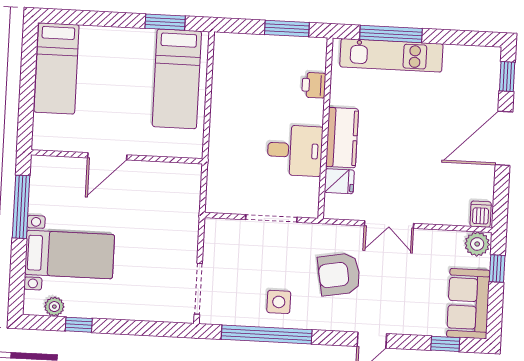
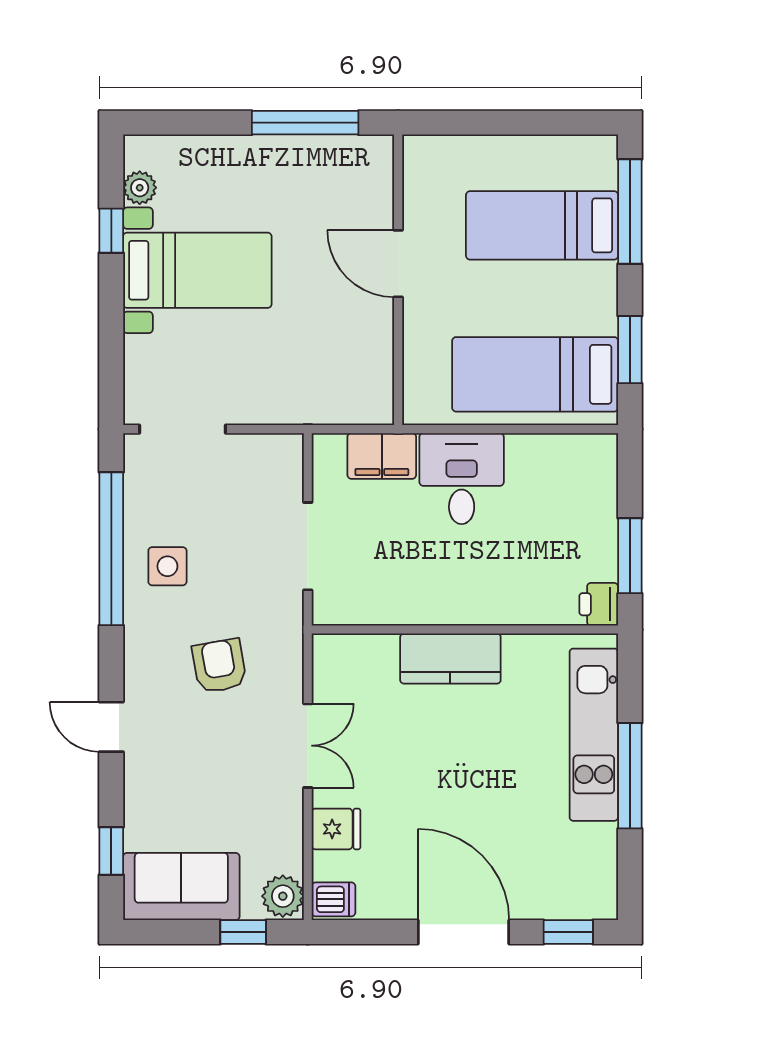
window: (84, 18) -> (630, 212), added
window: (391, 34) -> (630, 776), moved
bed: (57, 68) -> (542, 225), moved
printer: (314, 85) -> (599, 604), moved, turned -90
desk: (295, 150) -> (462, 479), moved, turned 180
filing cabinet: (220, 172) -> (382, 456), added
fridge: (339, 181) -> (336, 829), moved, turned -90
double door: (389, 225) -> (308, 746), swing flipped
bed with nightstands: (70, 254) -> (197, 270), moved, turned -90
armchair: (339, 274) -> (219, 666), width x0.72, depth x0.72

